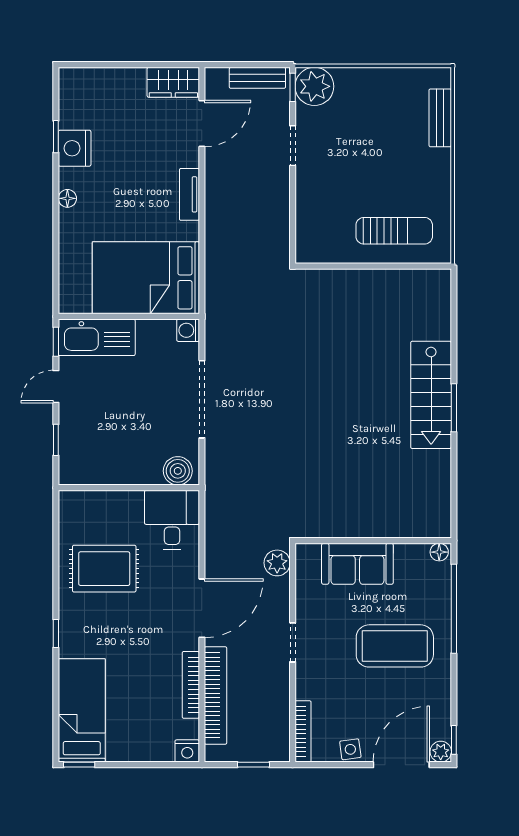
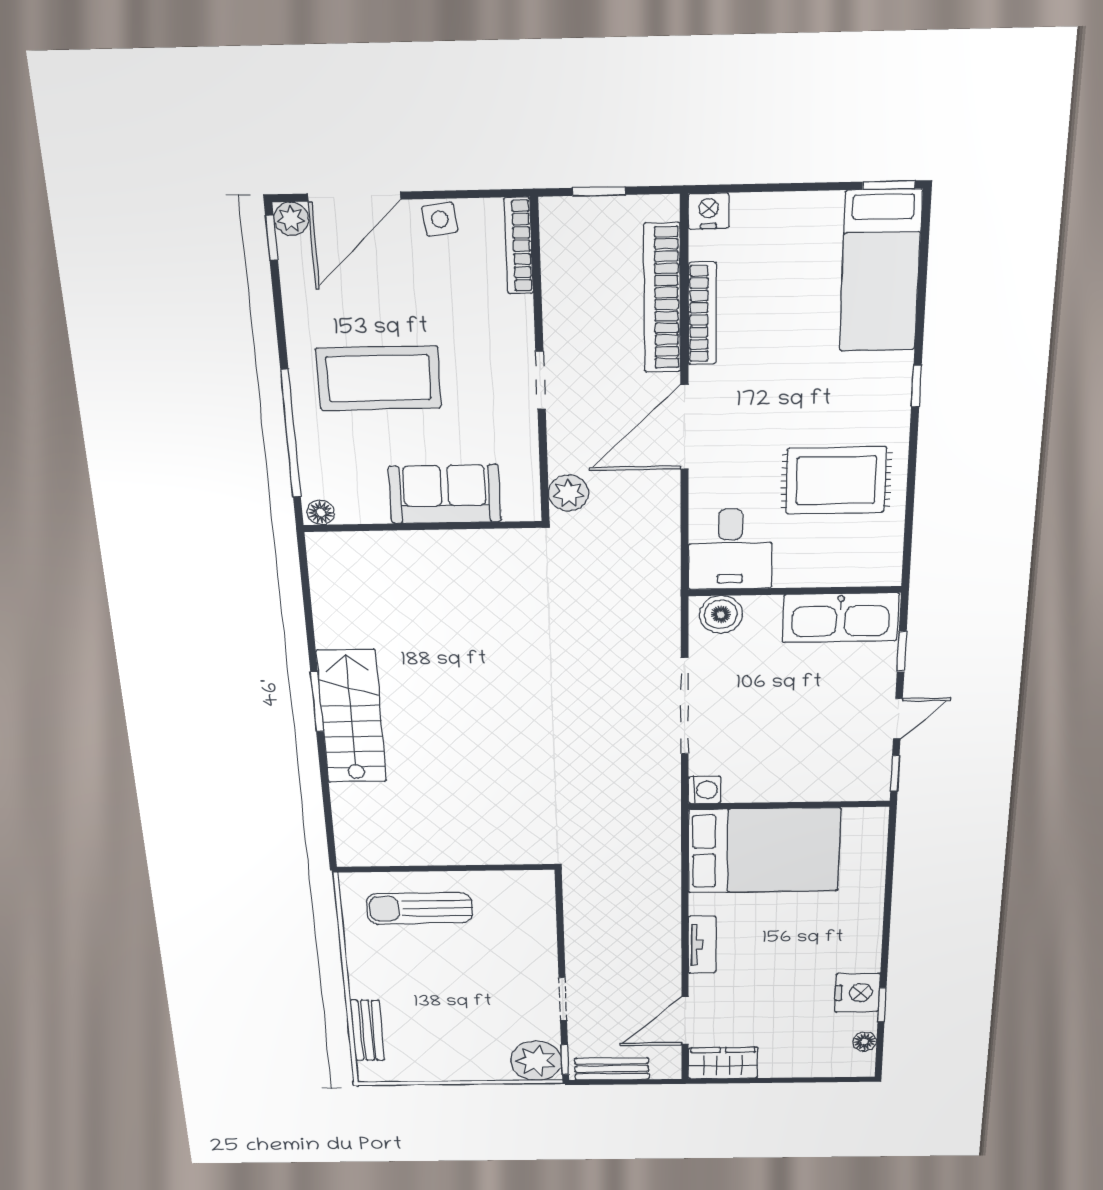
floor lamp: (67, 198) -> (865, 1042), moved
kitchen sink: (97, 337) -> (841, 618), moved, turned 180

